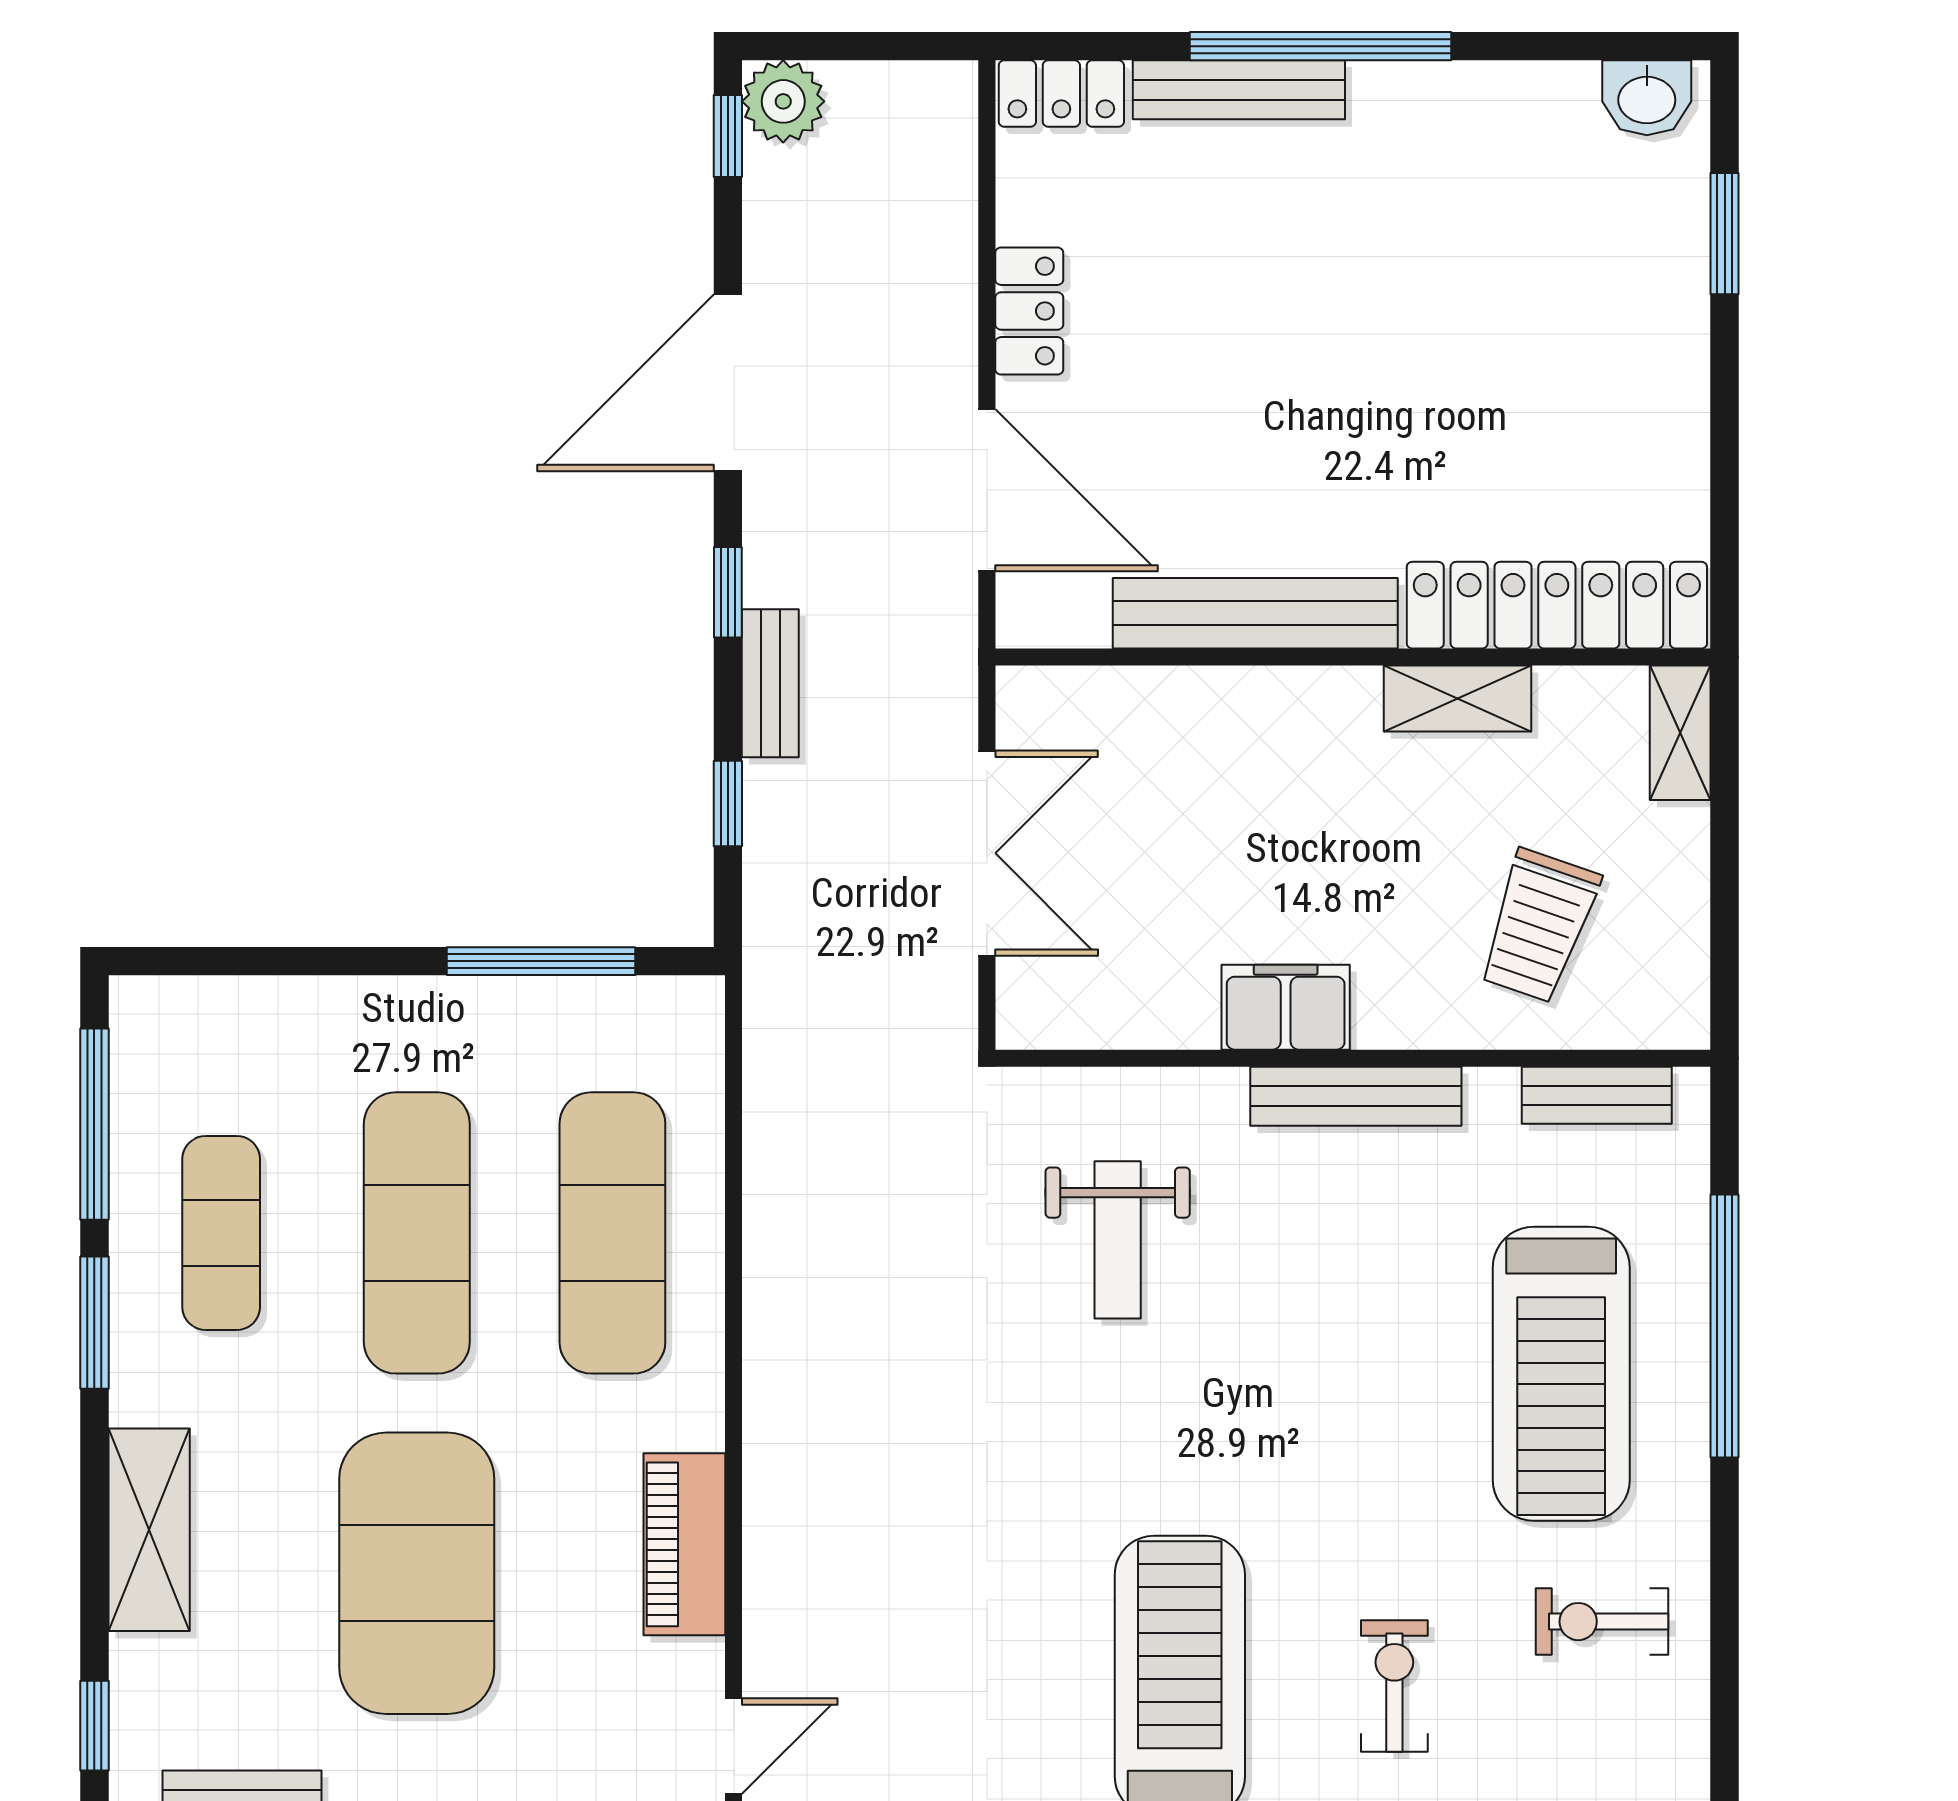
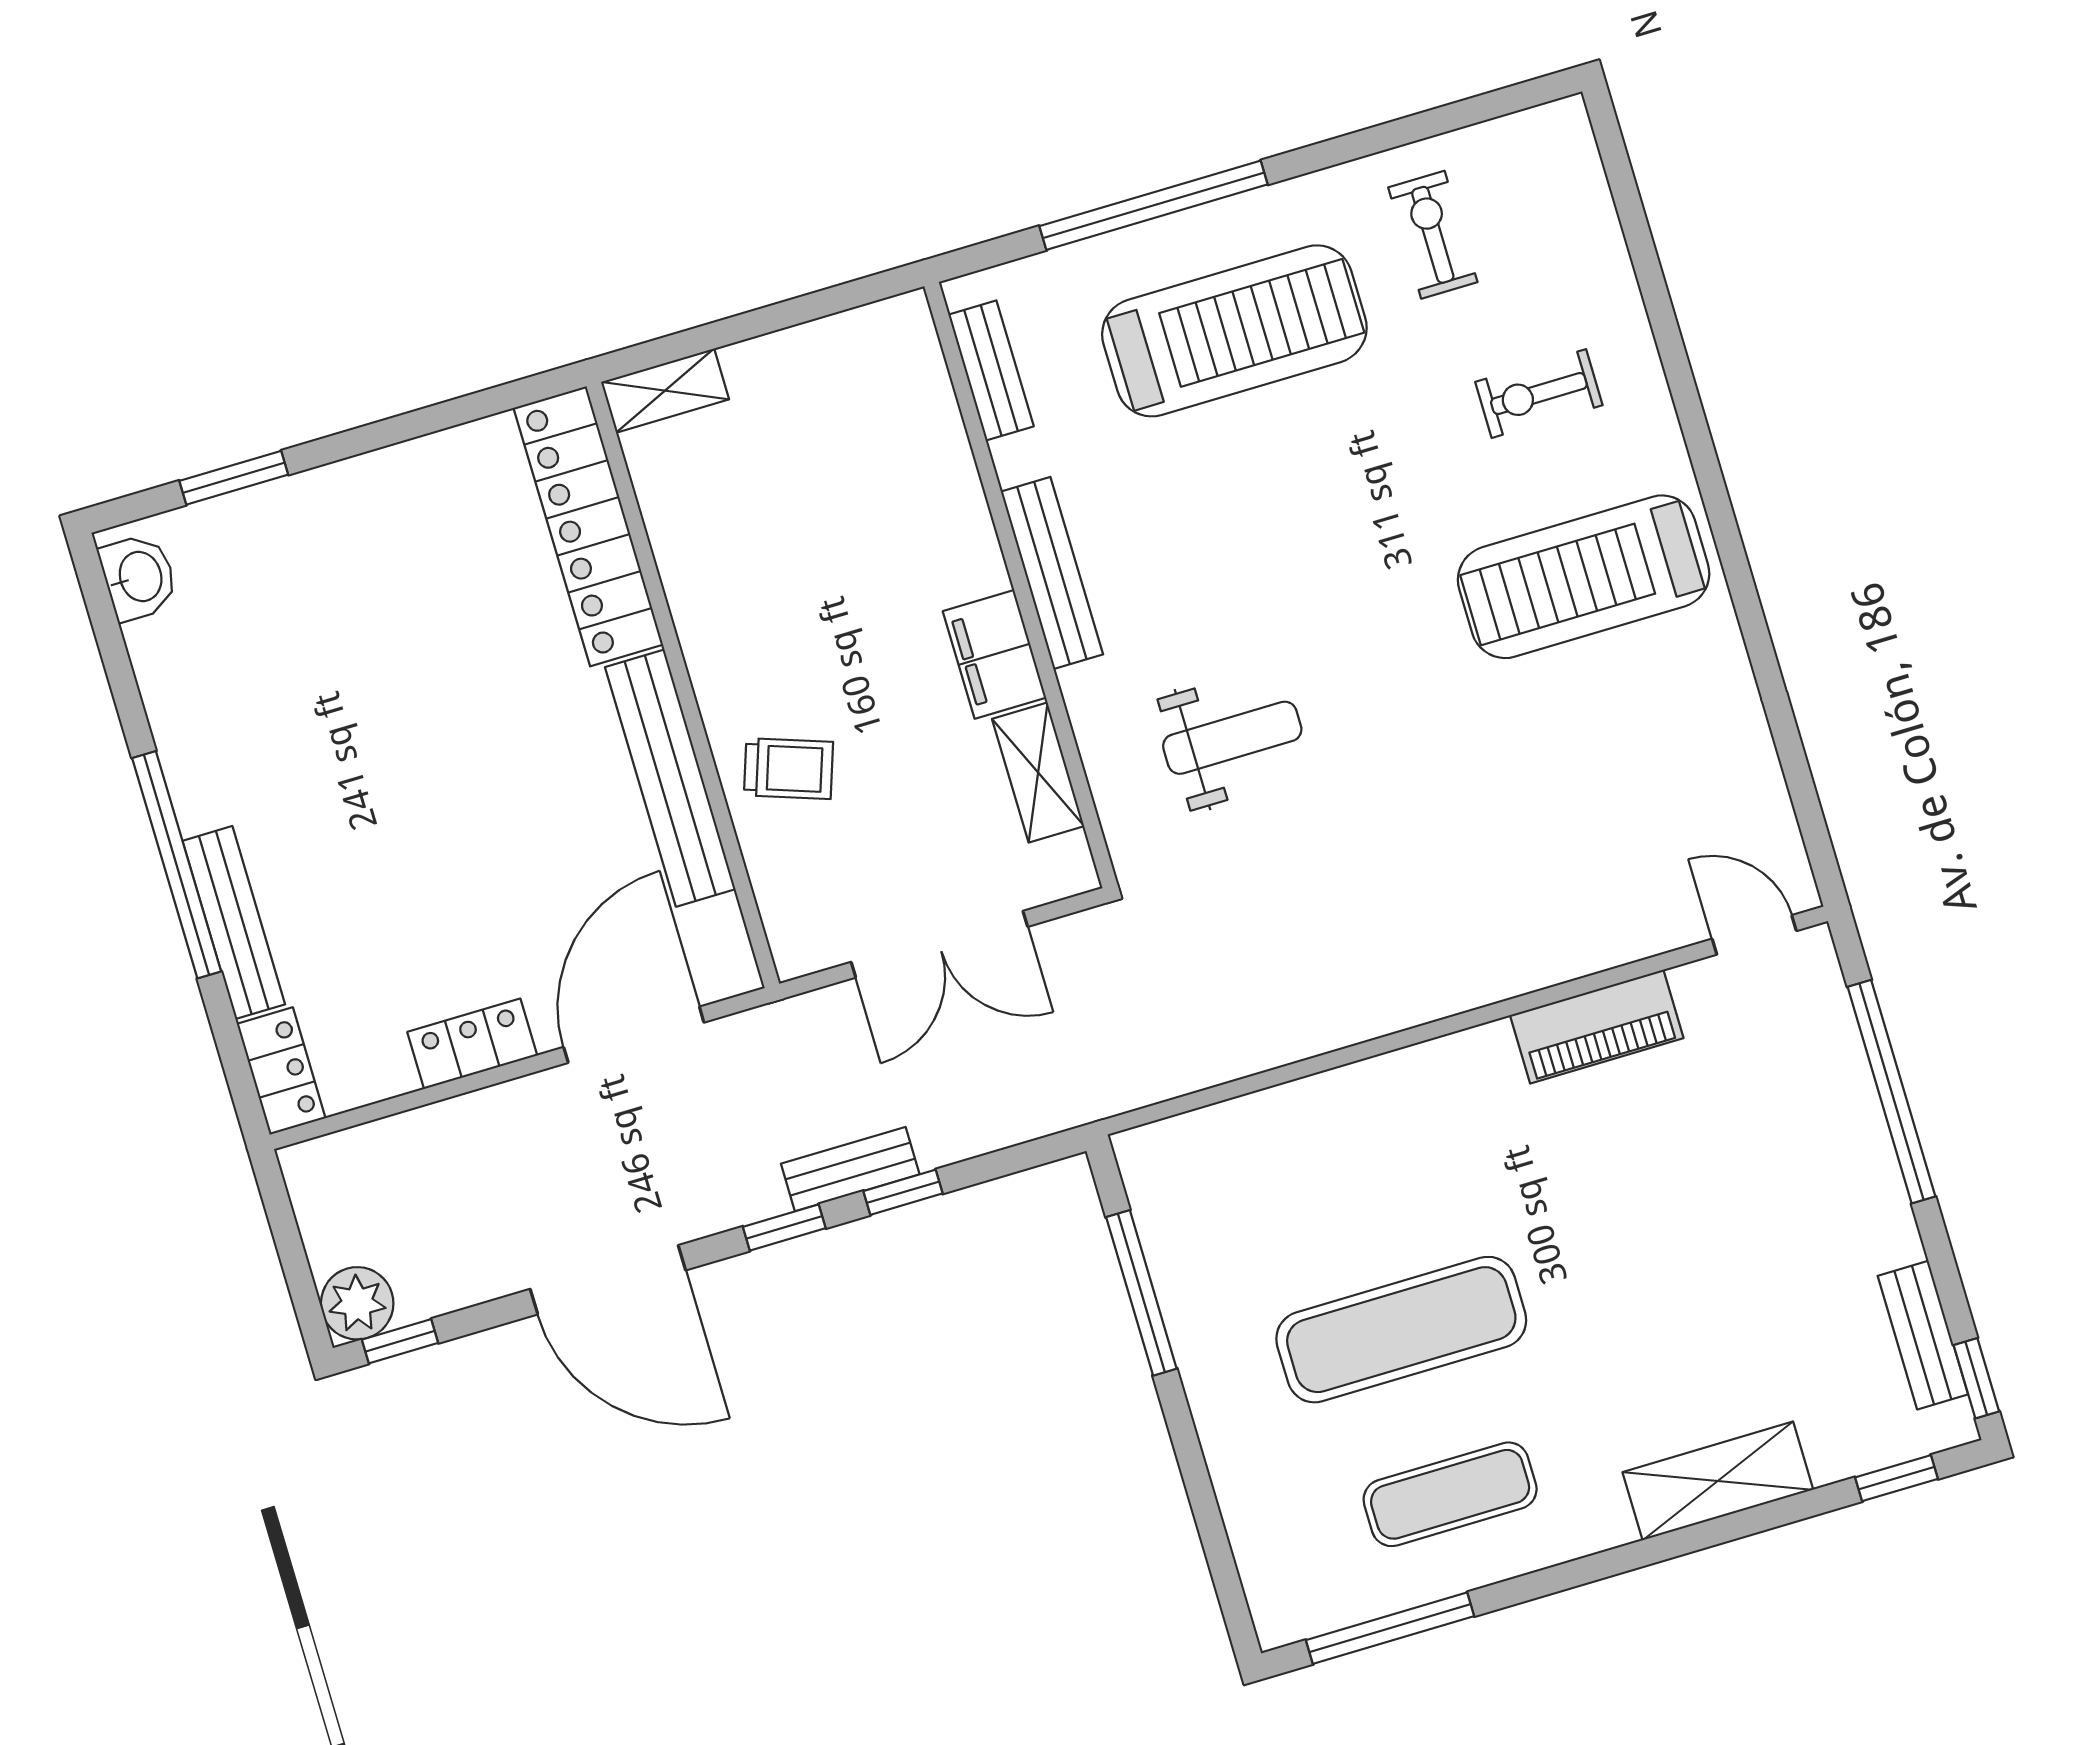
shelving: (1458, 699) -> (1038, 772), moved
window: (728, 804) -> (903, 1192), moved
double door: (987, 853) -> (939, 944), swing flipped
trolley: (1539, 926) -> (788, 769), moved, width x0.73, depth x0.72
exercise mat: (612, 1233) -> (1352, 1165), removed
window: (94, 1323) -> (1557, 1579), removed
exercise mat: (417, 1573) -> (1688, 1245), removed
exercise bike: (1602, 1622) -> (1433, 235), turned 180

